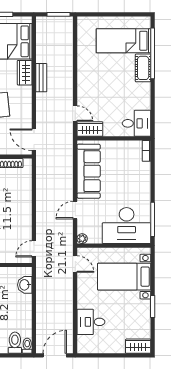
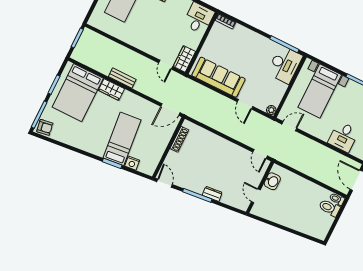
door: (75, 114) -> (166, 65), swing flipped
desk: (127, 226) -> (285, 65), width x0.73, depth x0.77
washbasin: (25, 285) -> (272, 181), moved, turned -90

